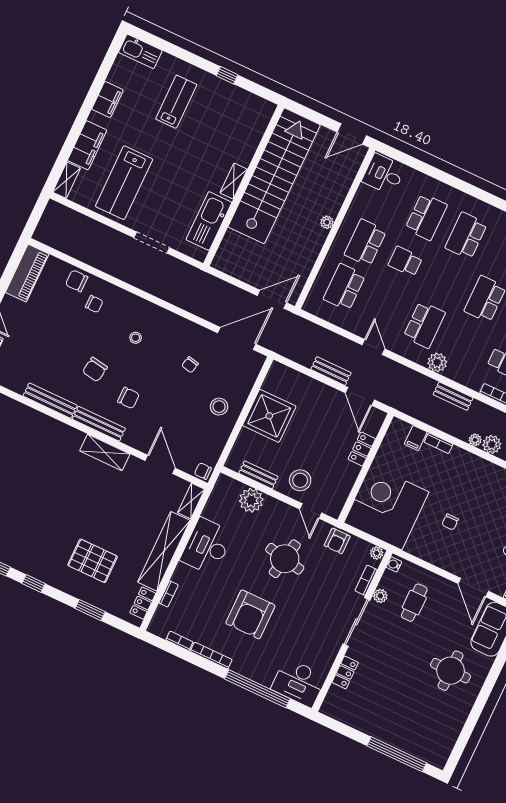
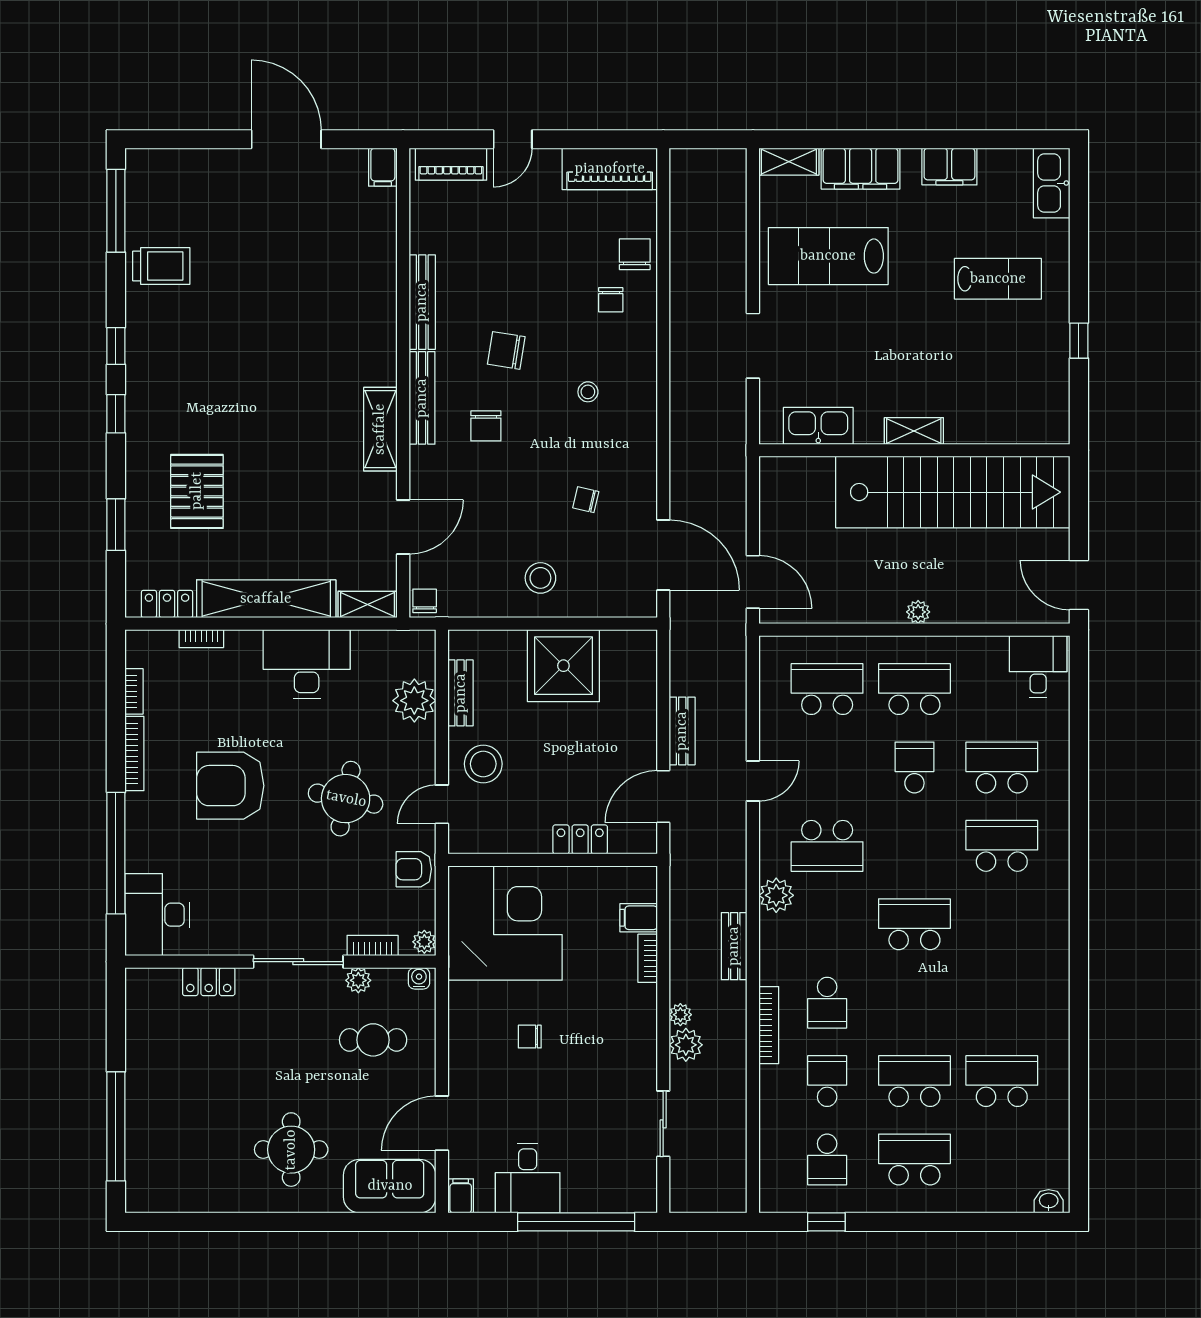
school desk: (426, 217) -> (1002, 767), turned 180
kitchen sink: (209, 221) -> (818, 426), width x0.73, depth x0.81

